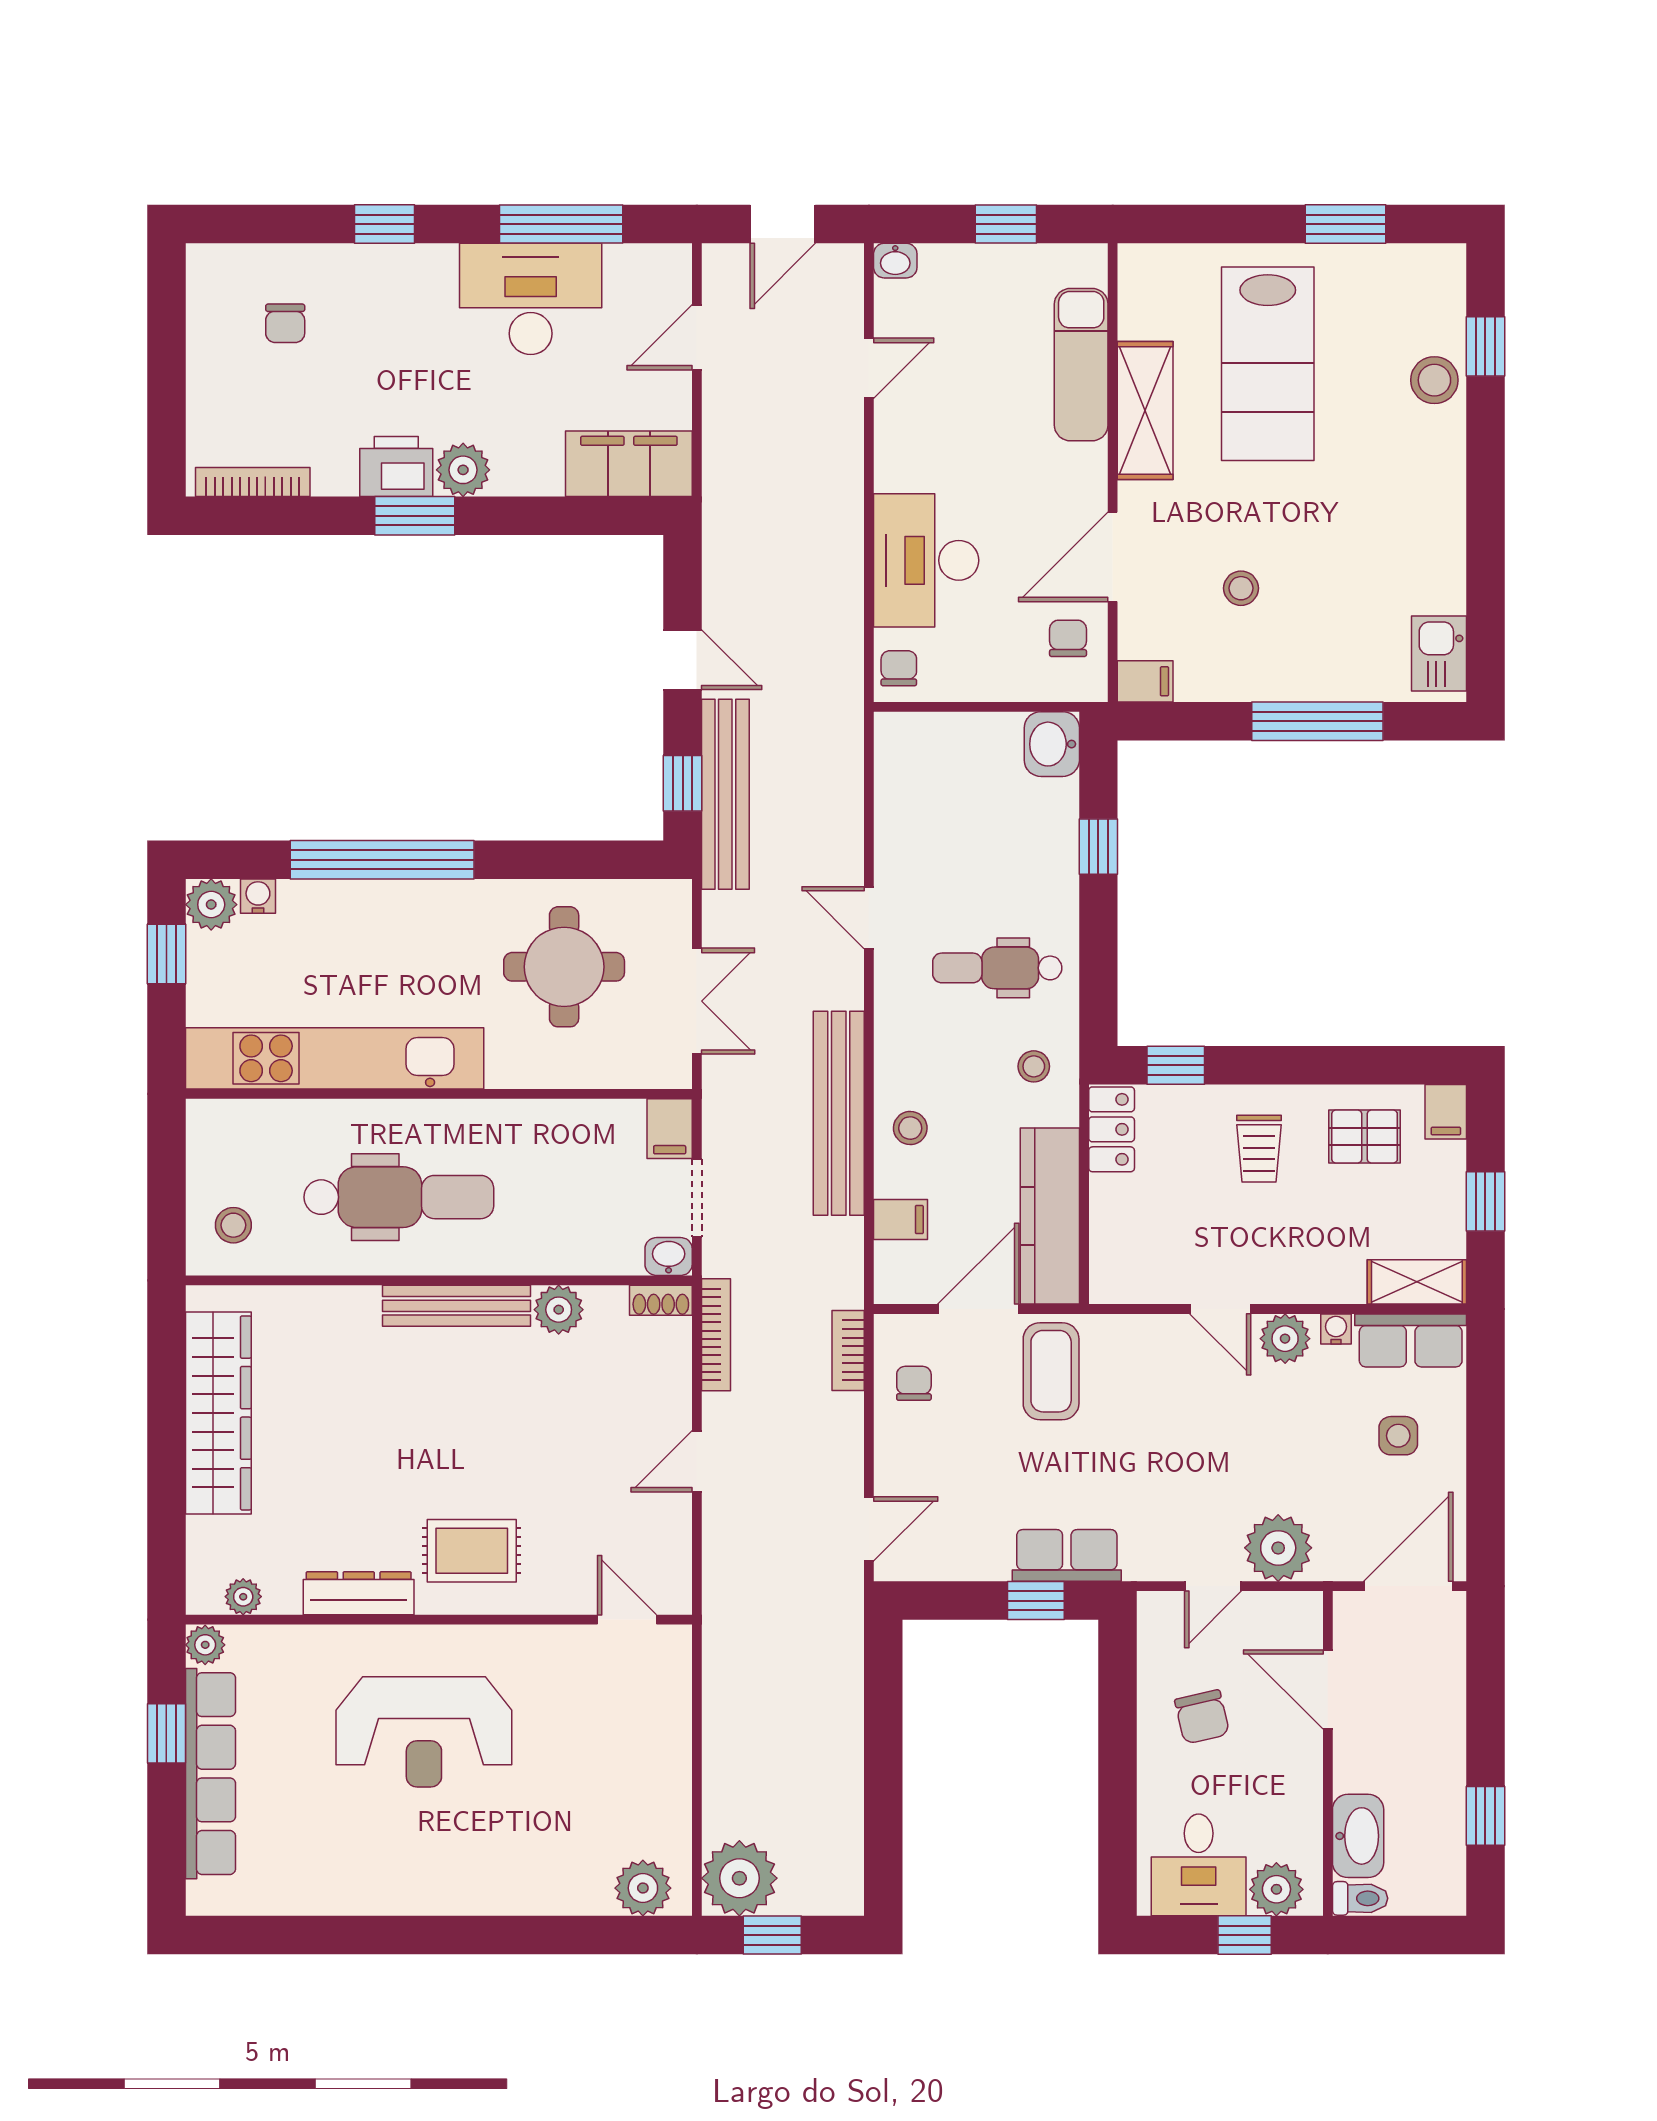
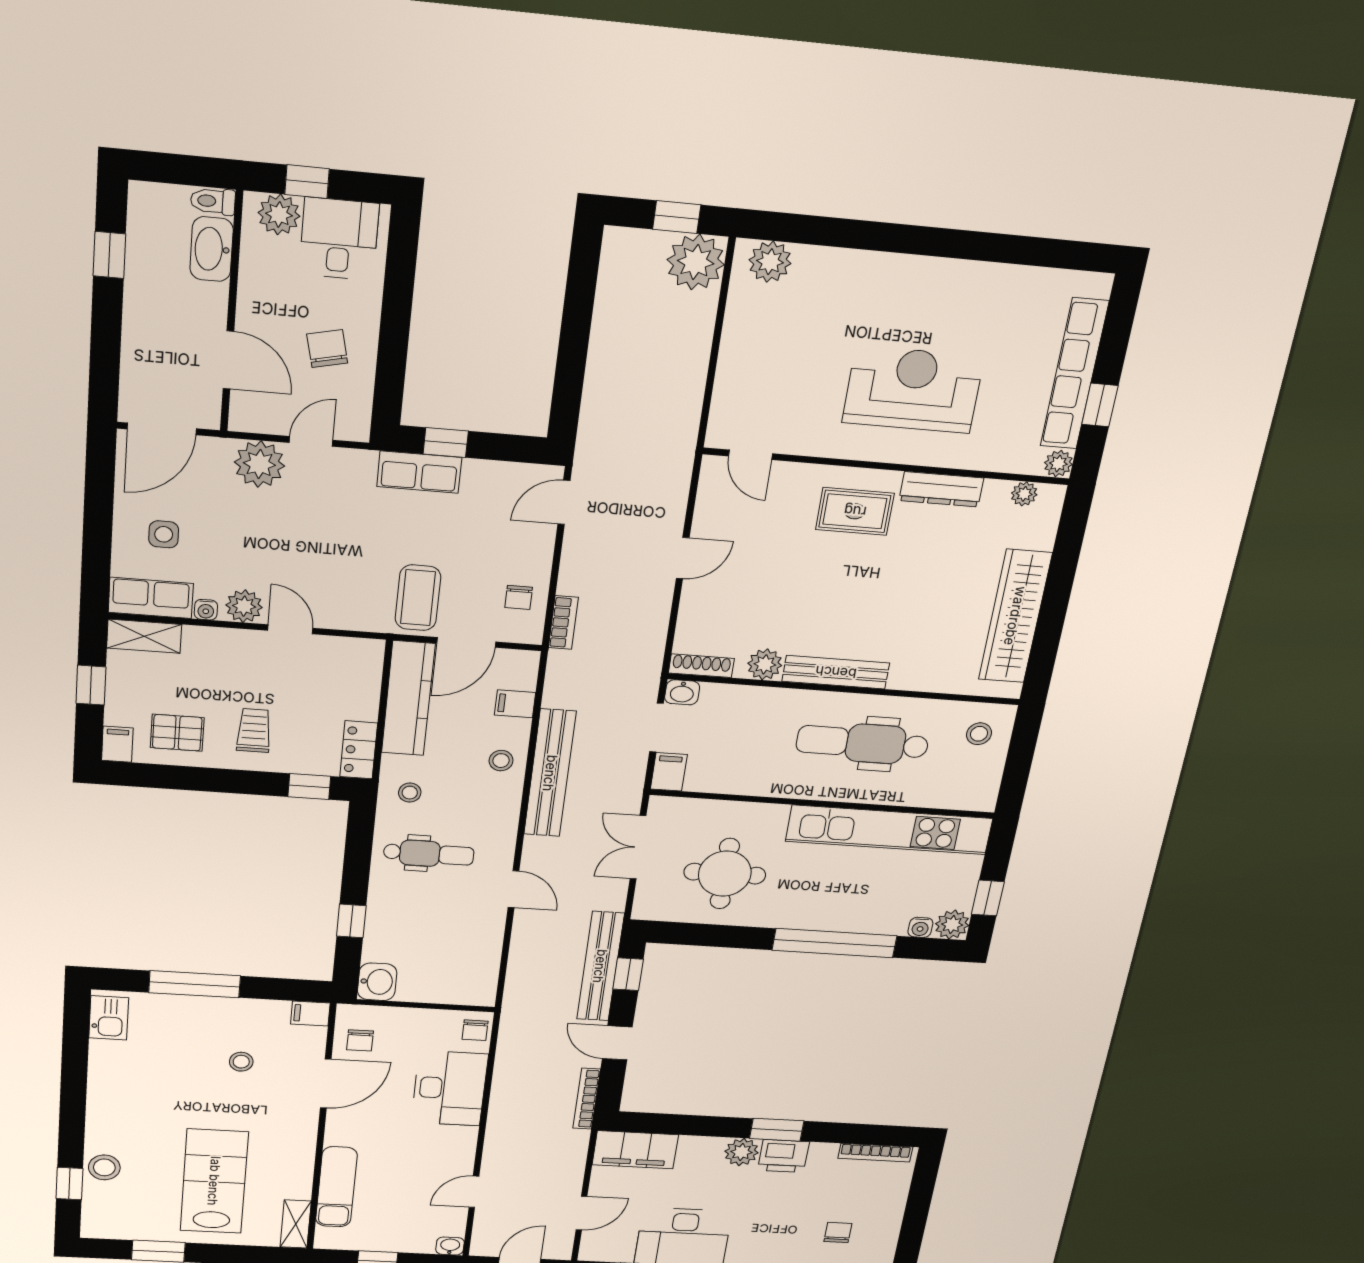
shelving: (1145, 410) -> (296, 1224), moved, width x0.67, depth x0.75
shoe rack: (661, 1300) -> (701, 666), width x1.43
bookcase: (716, 1335) -> (587, 1099), moved

